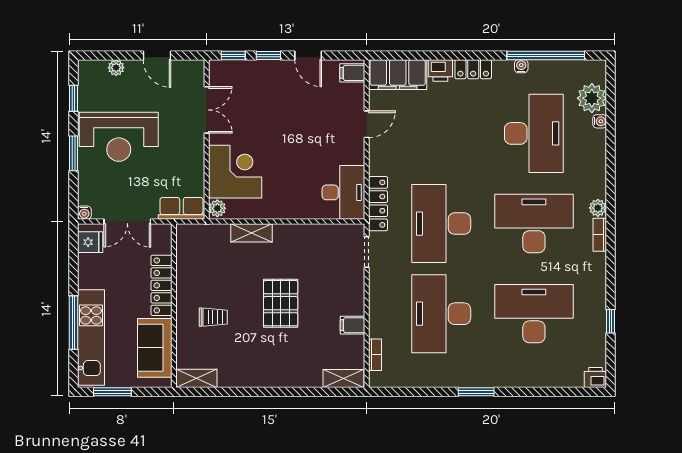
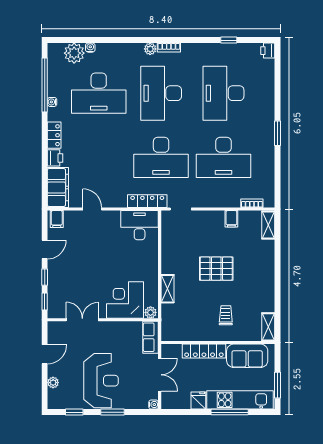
desk: (534, 133) -> (99, 93), turned 180
fridge: (90, 242) -> (198, 401), moved

